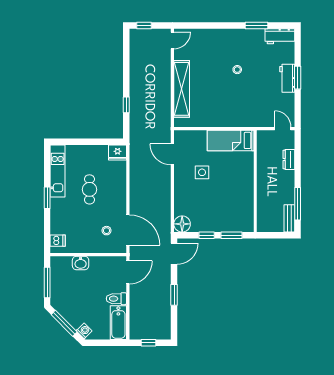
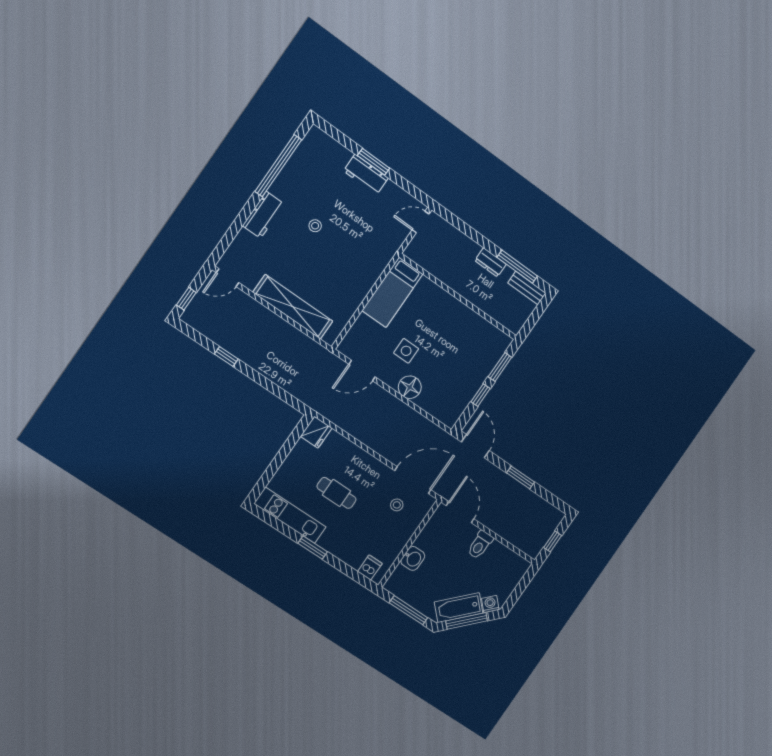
window: (256, 26) -> (278, 166), width x2.11
workbench: (280, 36) -> (263, 215), moved
door: (172, 40) -> (228, 278), swing flipped
window: (126, 105) -> (226, 357), moved
dresser: (289, 159) -> (491, 262), moved
floor lamp: (182, 224) -> (410, 387), moved
bathtub: (118, 323) -> (459, 608), moved, turned 135

